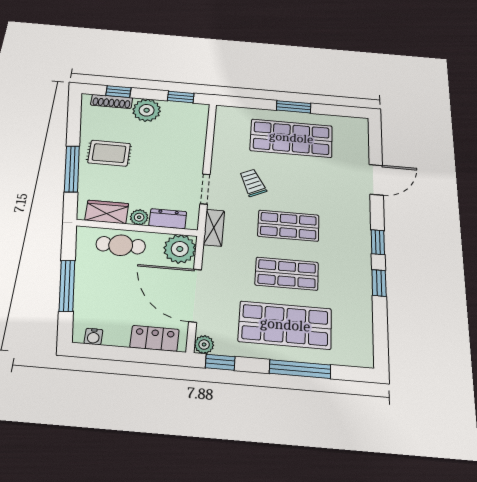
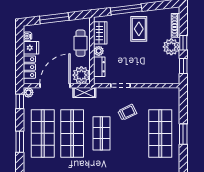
window: (118, 92) -> (183, 43), moved
shelving: (214, 228) -> (84, 92), moved
shop shelf: (287, 274) -> (72, 133), width x1.43, depth x1.36
fridge: (117, 332) -> (31, 48), added
window: (300, 369) -> (20, 142), width x0.69

